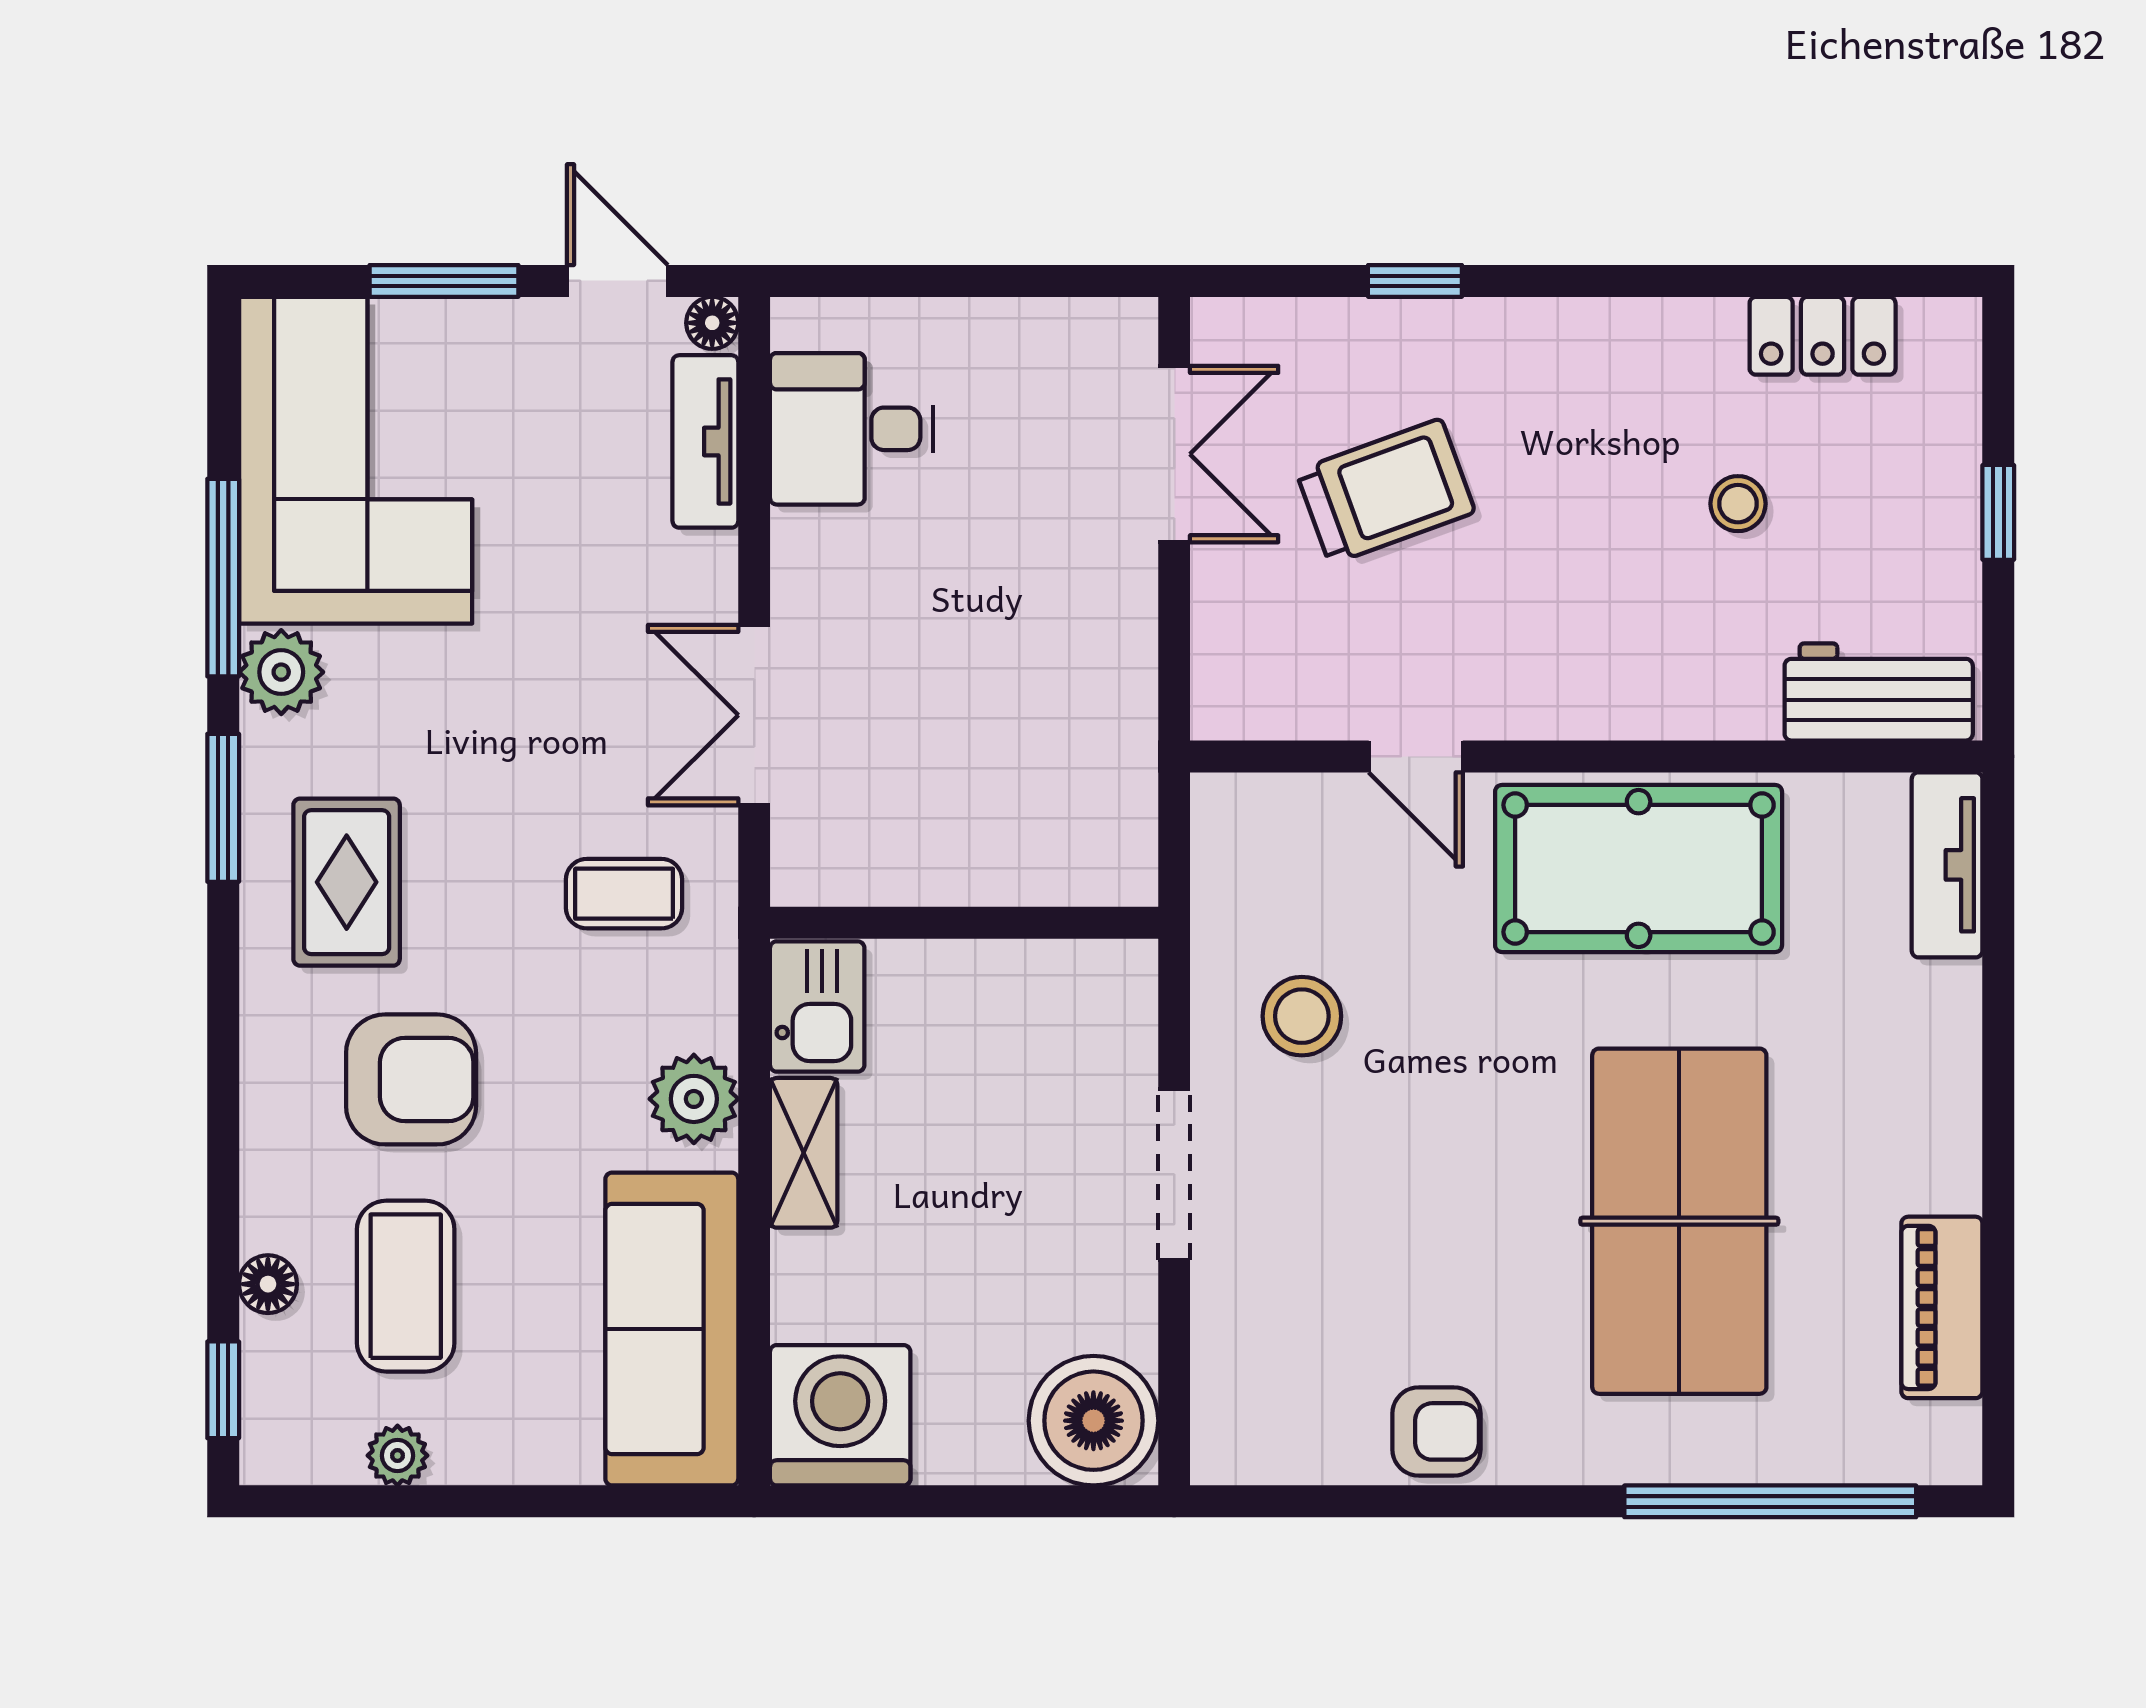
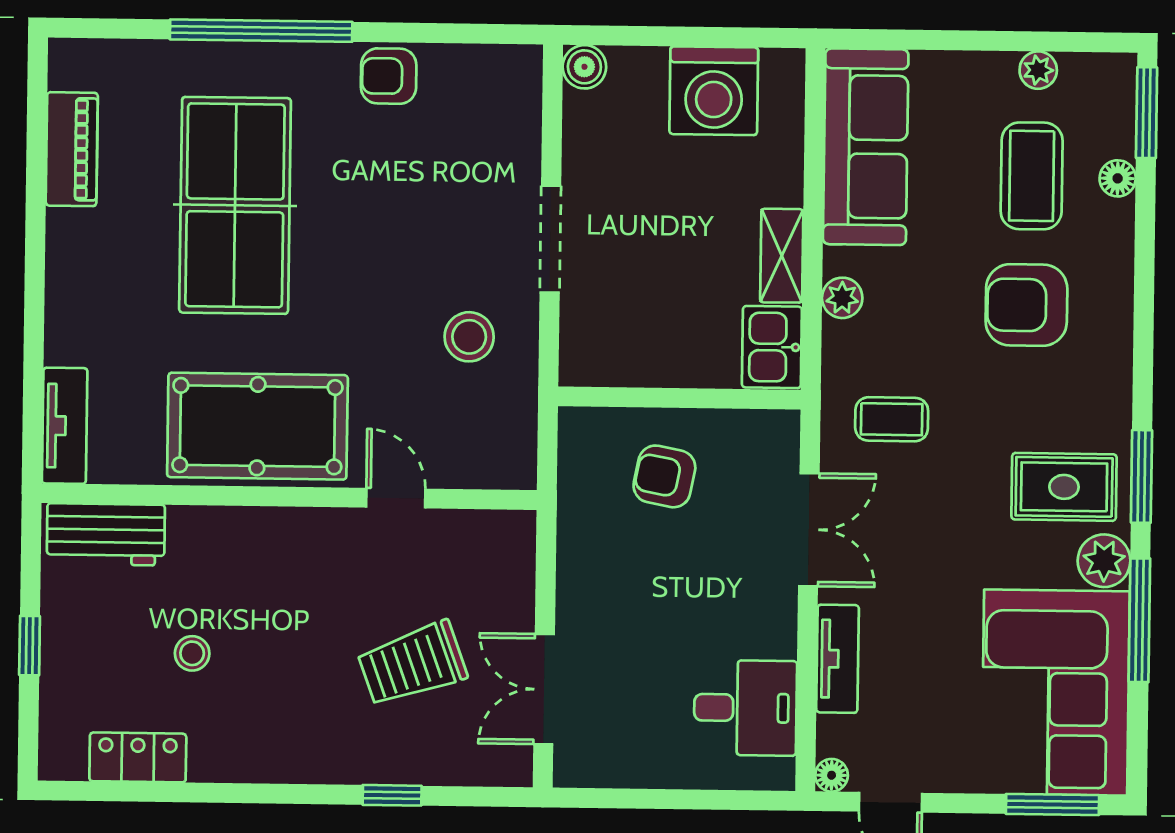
window: (444, 281) -> (1052, 805), moved
tv unit: (705, 441) -> (838, 659), moved
armchair: (986, 797) -> (664, 476), added
rug: (347, 882) -> (1064, 487), moved, turned 90
plant: (694, 1099) -> (842, 298), width x0.73, depth x0.73
window: (223, 1390) -> (1147, 113), width x1.50
washing machine: (840, 1415) -> (714, 91), moved
boiler: (1093, 1421) -> (584, 67), width x0.54, depth x0.54
window: (1770, 1501) -> (261, 31), moved

